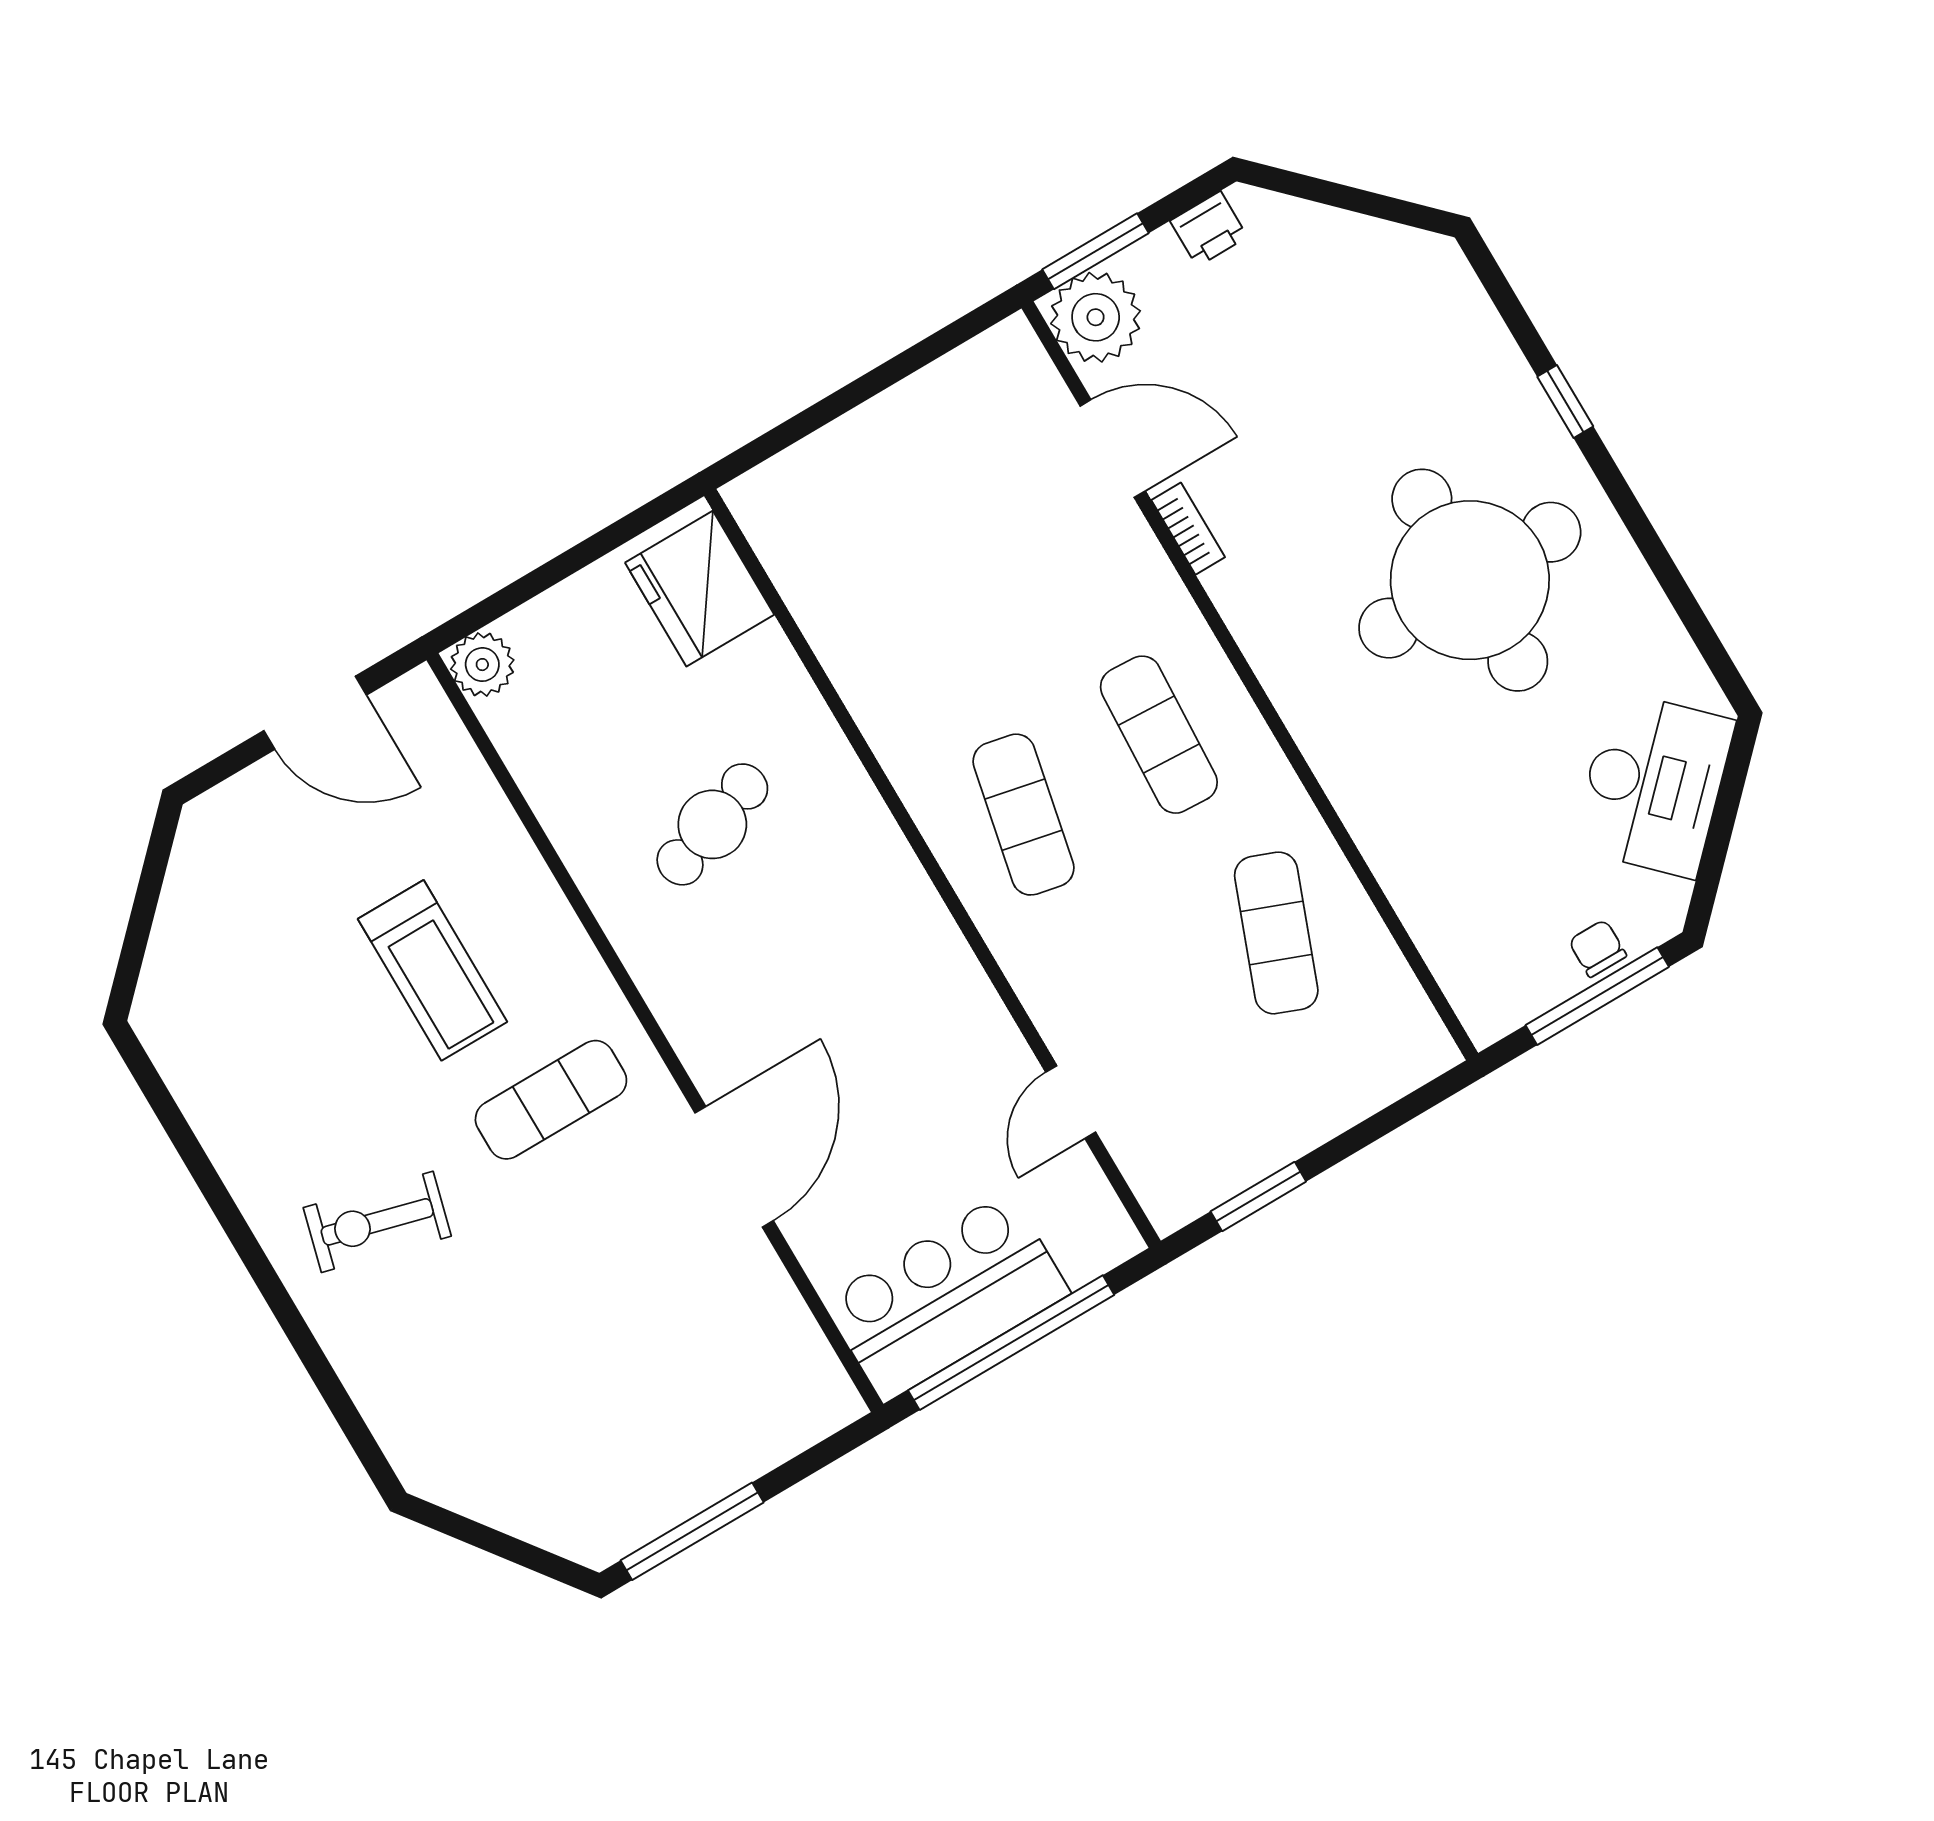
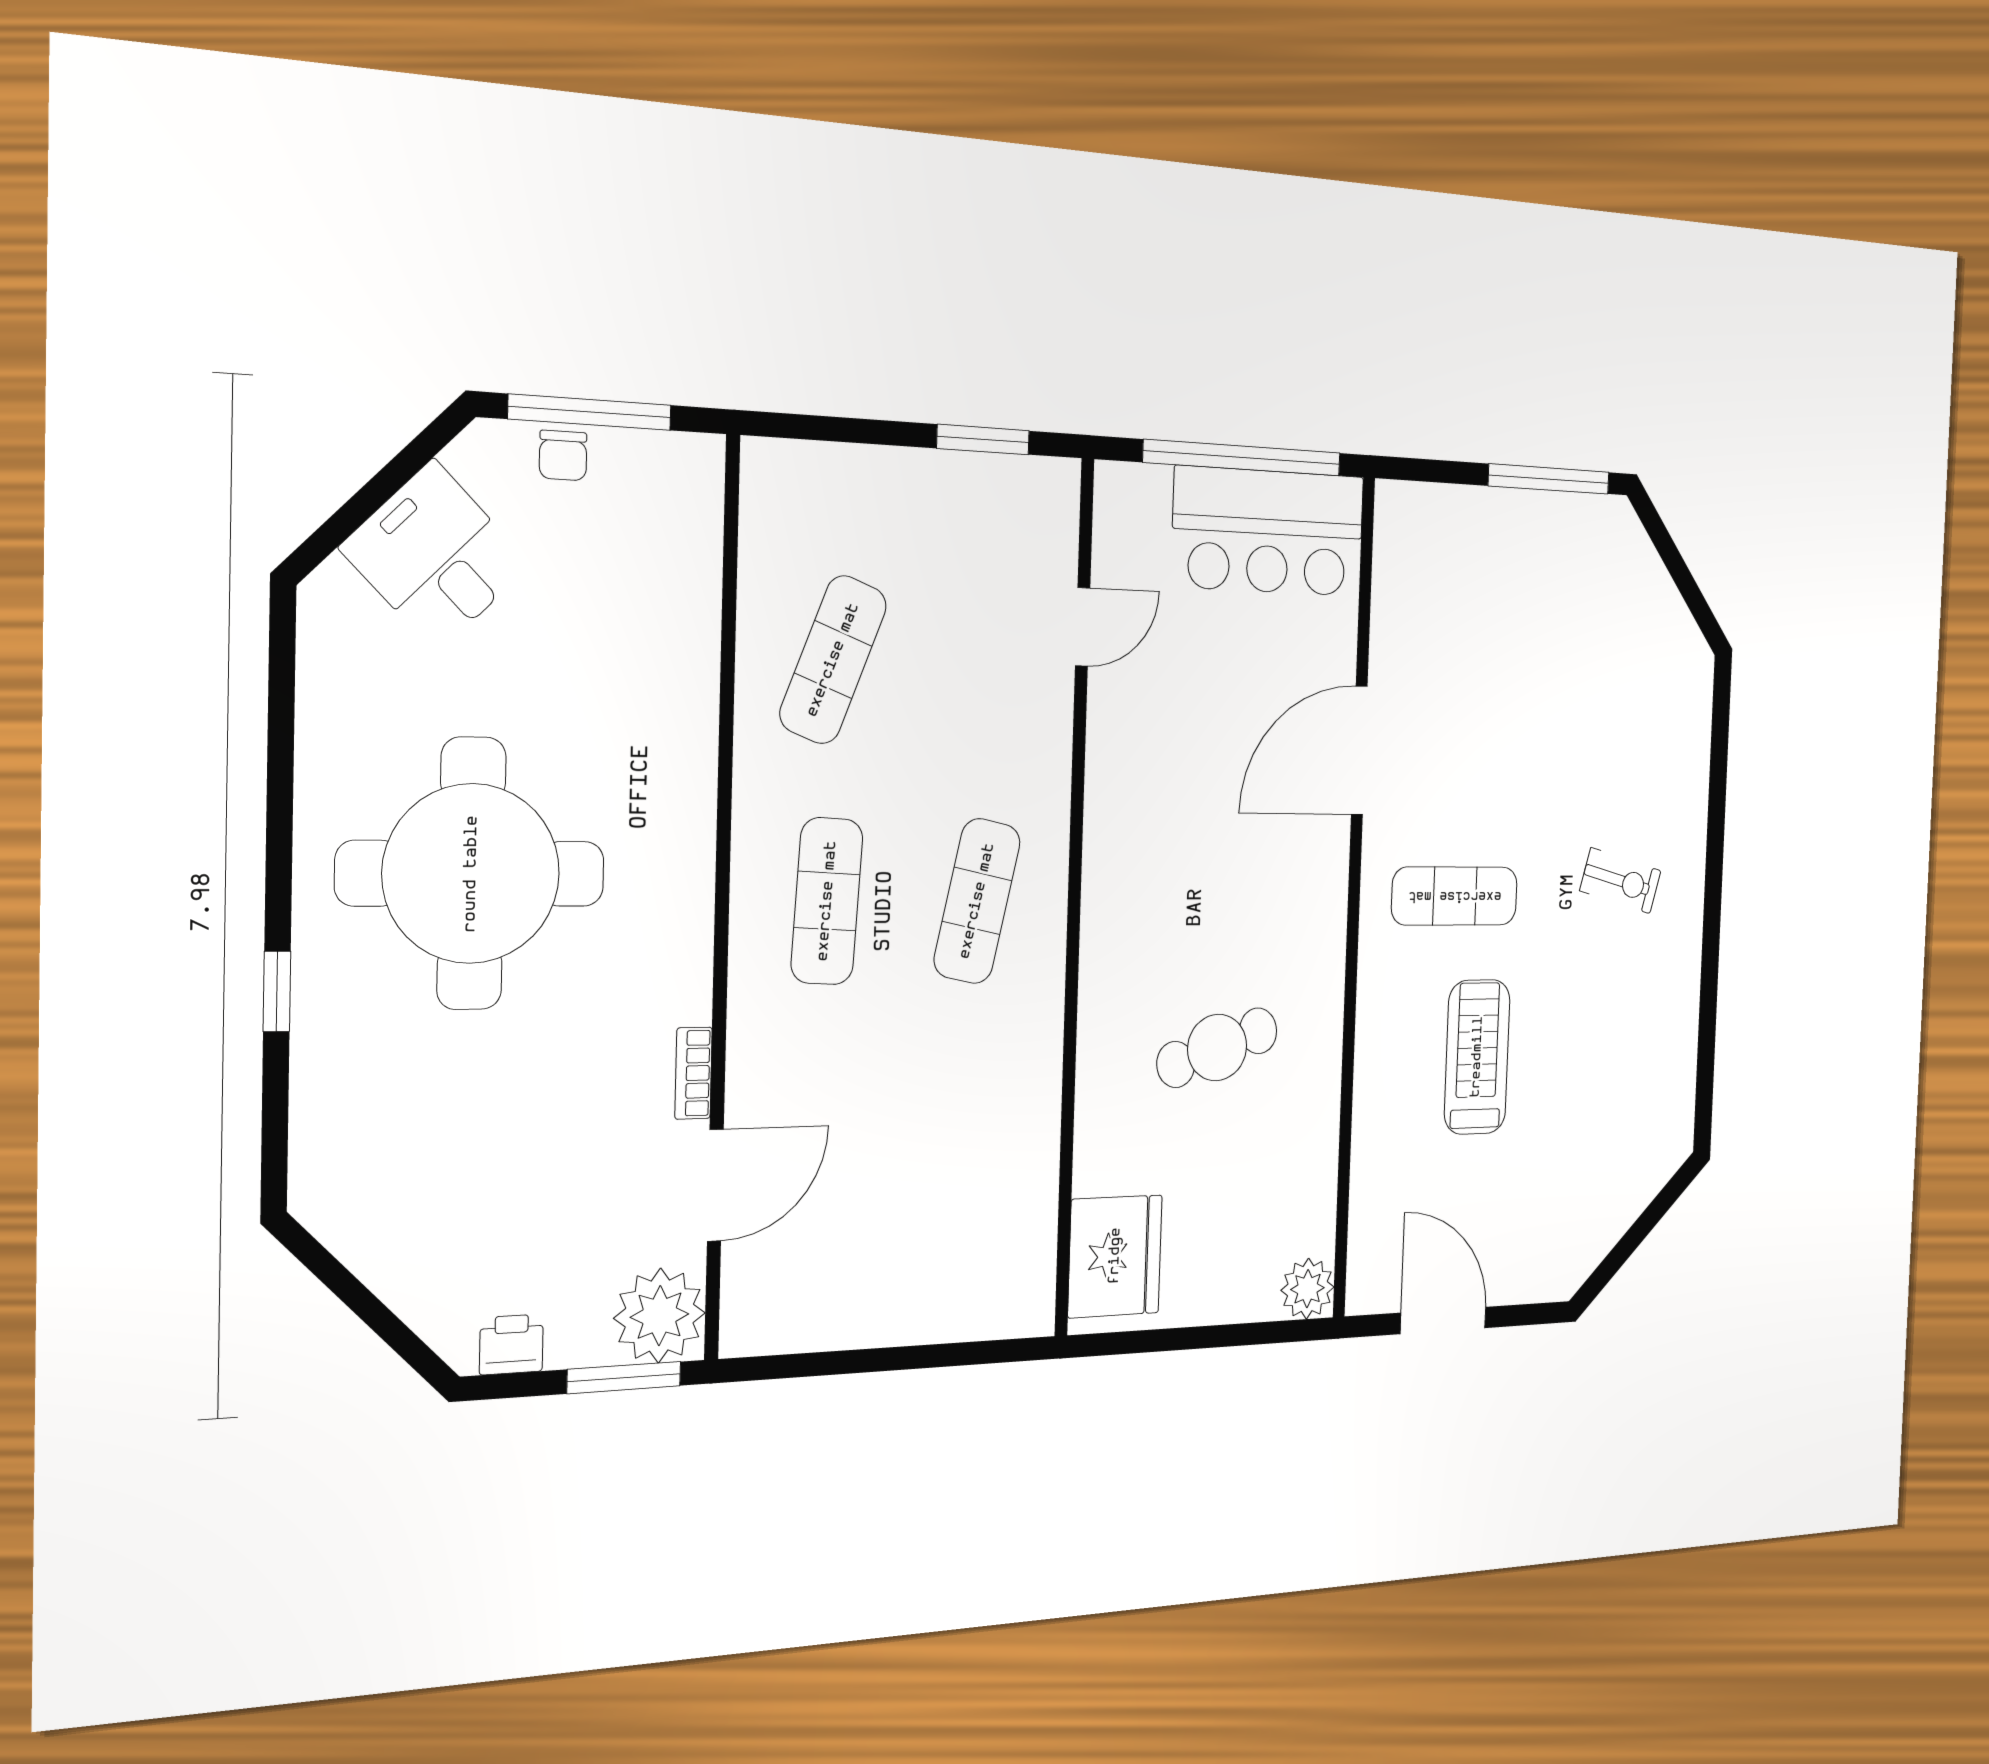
door: (1113, 449) -> (715, 1185), swing flipped
desk: (1653, 784) -> (436, 556), width x0.73
exercise bike: (377, 1222) -> (1620, 881), width x0.73, depth x0.72

